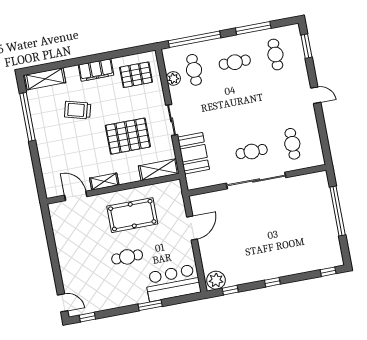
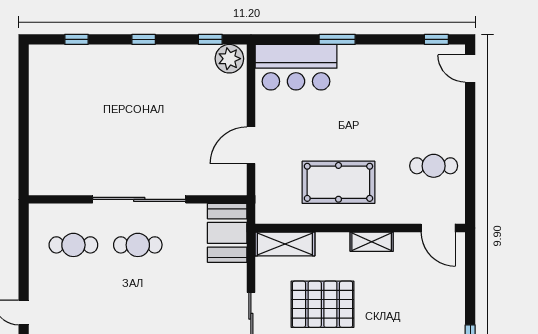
cafe table: (292, 144) -> (73, 245), turned 90
booth: (193, 153) -> (227, 233), moved
door: (76, 196) -> (438, 228), moved
window: (338, 211) -> (24, 129), removed
cafe table: (127, 257) -> (434, 166), moved
window: (328, 272) -> (77, 39), moved

